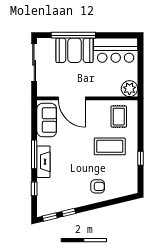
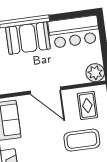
door: (72, 98) -> (45, 91), moved

